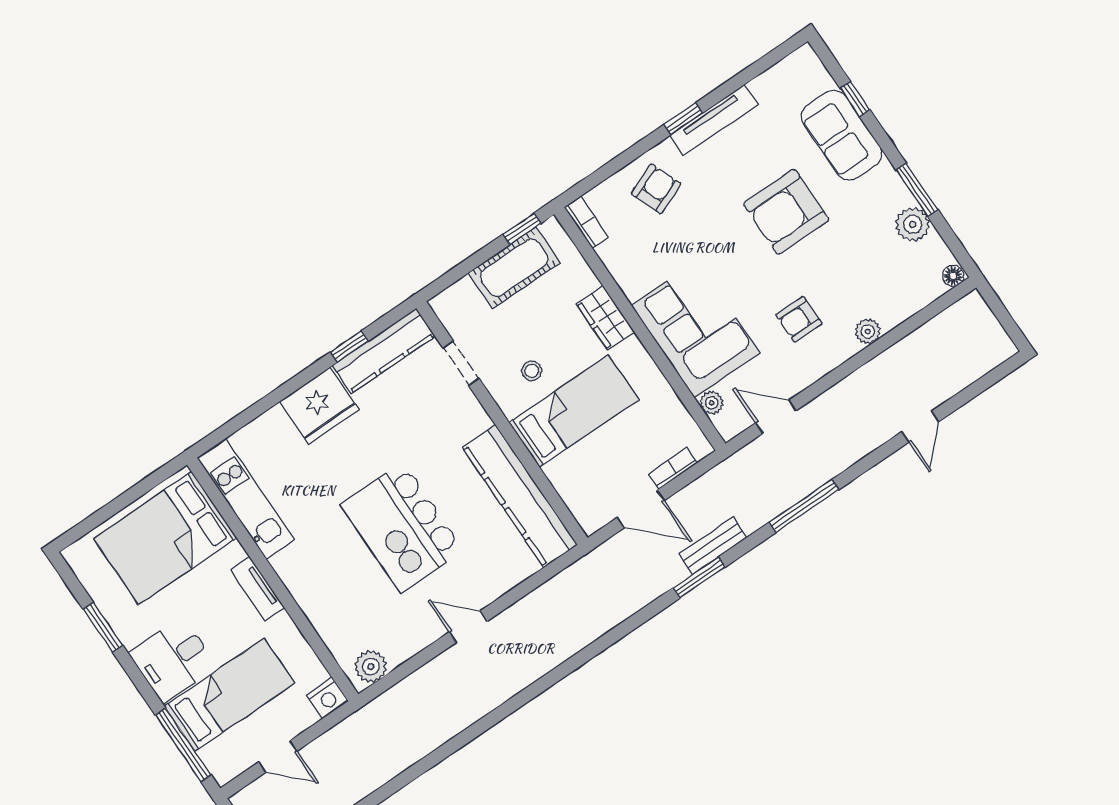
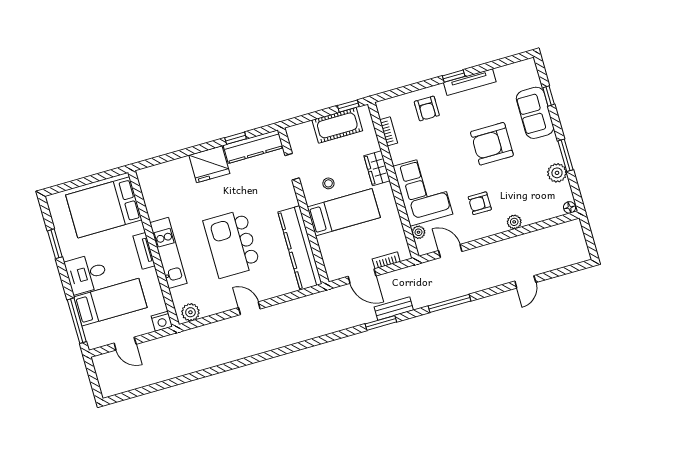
armchair: (656, 189) -> (427, 108), turned 112
bookcase: (586, 223) -> (389, 131), moved
kitchen unit: (246, 499) -> (168, 253), moved

